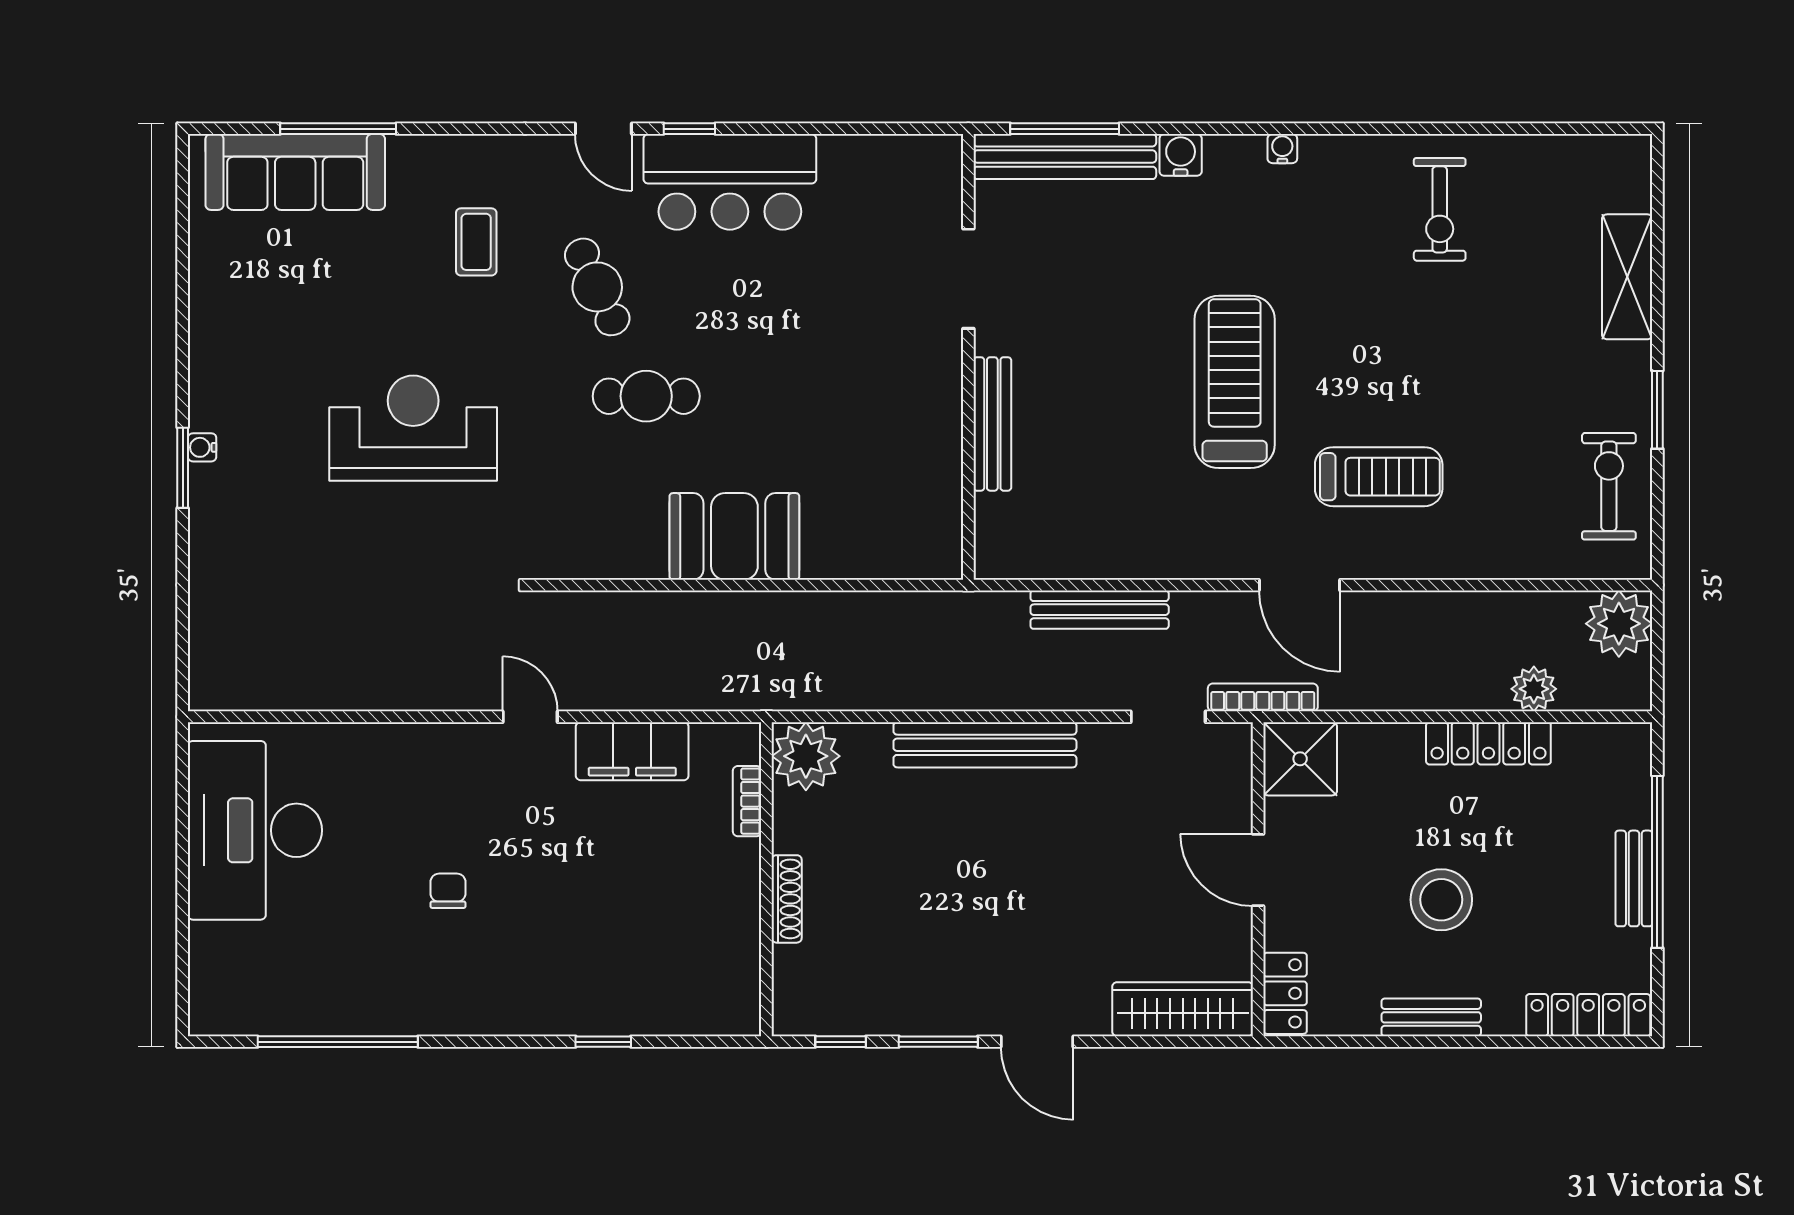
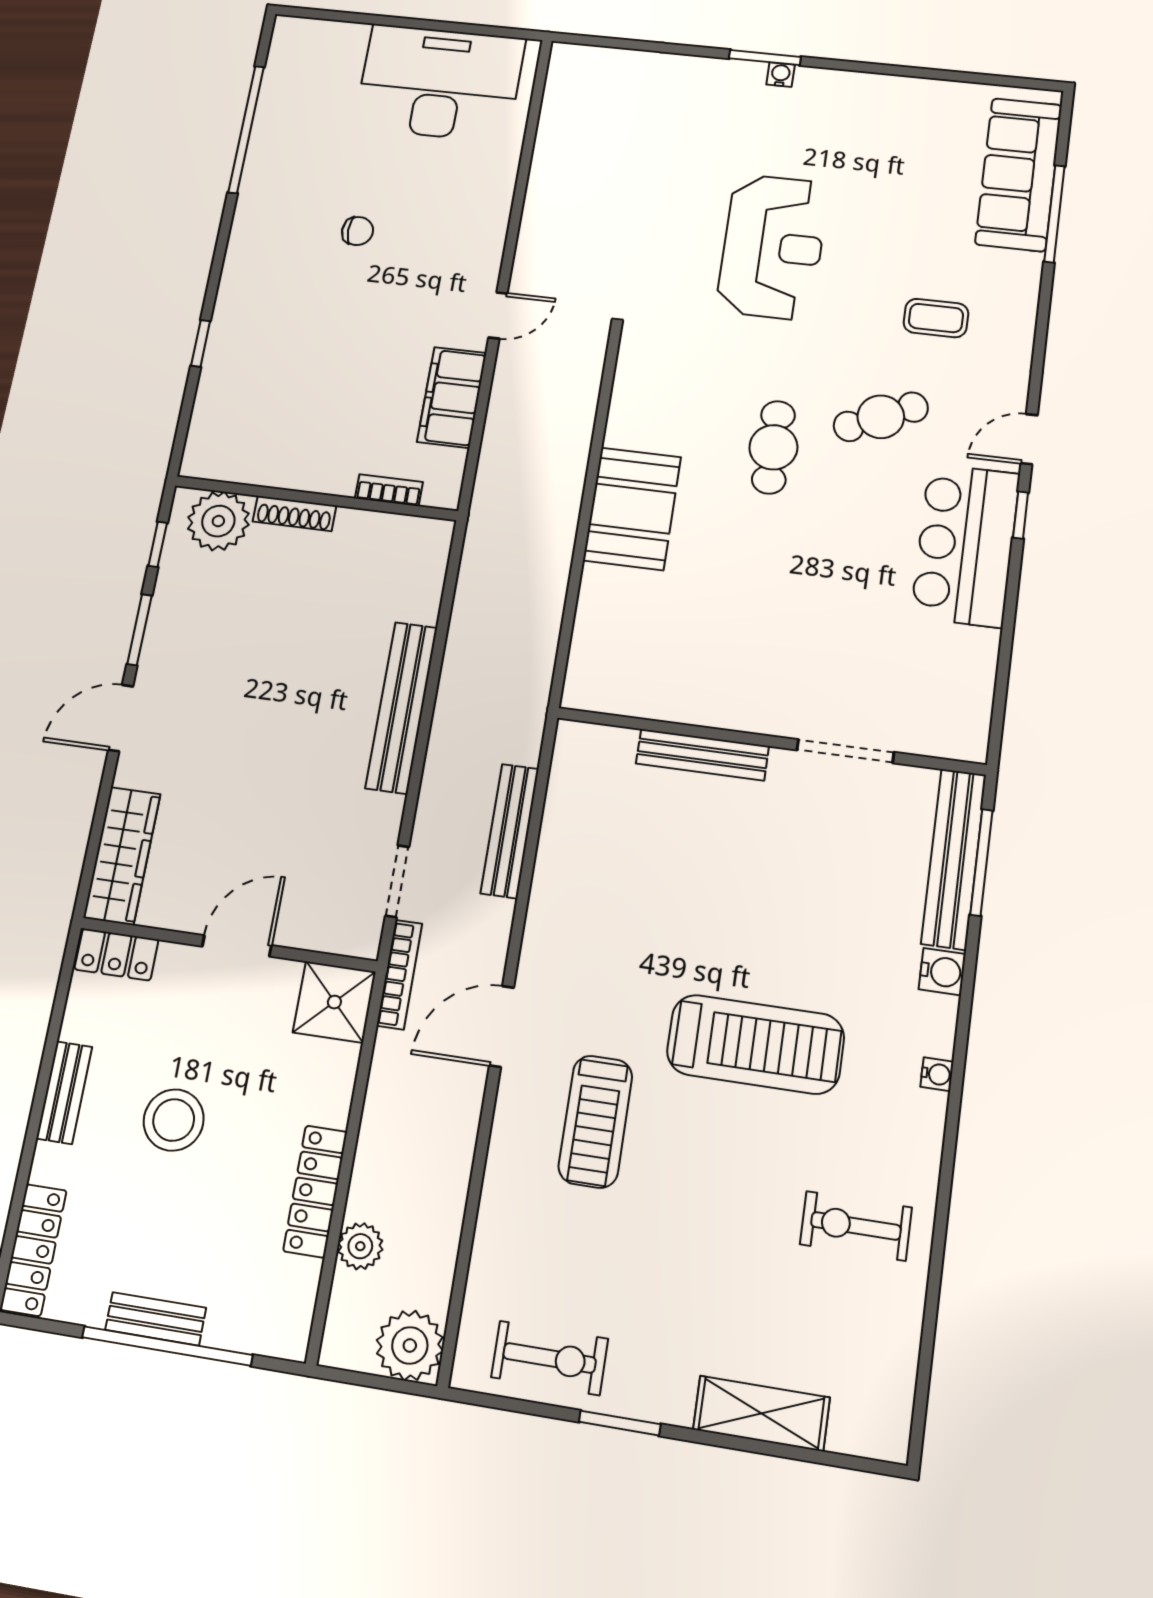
treadmill: (1235, 382) -> (755, 1044), moved
plant: (806, 756) -> (218, 521), moved

